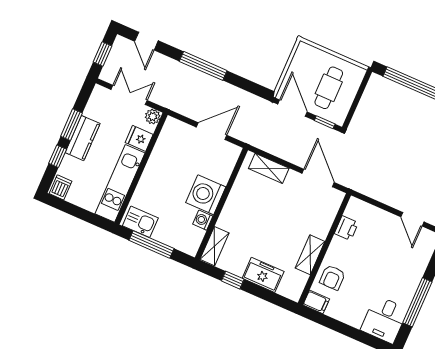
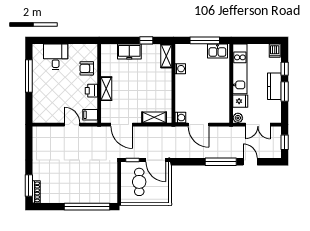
door: (146, 41) -> (250, 162), moved
door: (212, 131) -> (198, 125), hinge flipped
washing machine: (206, 195) -> (180, 118), moved, width x0.53, depth x0.53
door: (412, 219) -> (72, 125), moved
printer: (346, 228) -> (91, 91), moved
shelving: (310, 255) -> (106, 89), moved
armchair: (332, 277) -> (87, 68), turned -90
filing cabinet: (316, 302) -> (90, 115), moved
desk: (384, 319) -> (56, 57), moved

